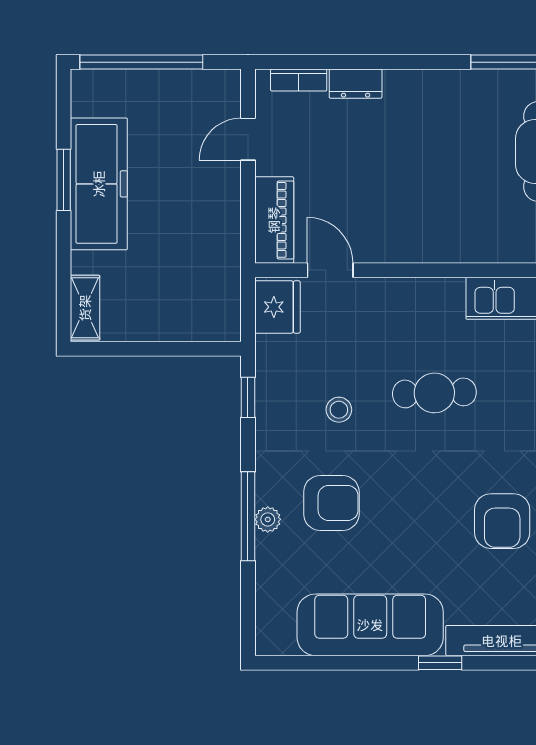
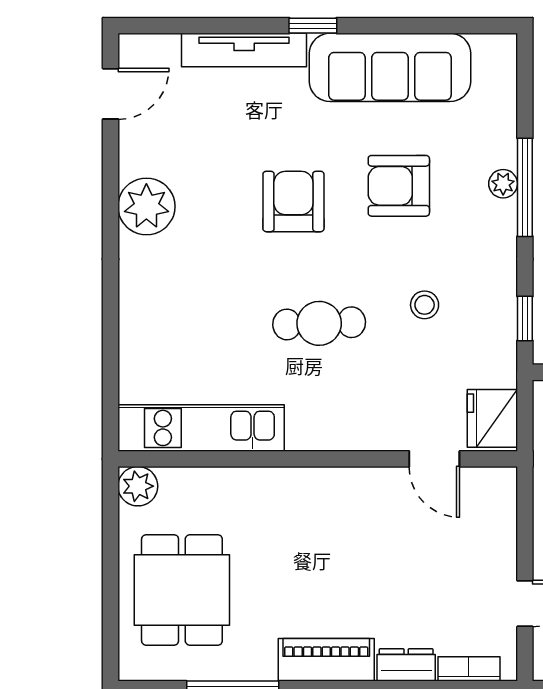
piano: (274, 220) -> (326, 660), moved, turned 90
armchair: (331, 503) -> (399, 186), moved
armchair: (502, 521) -> (293, 201), moved

